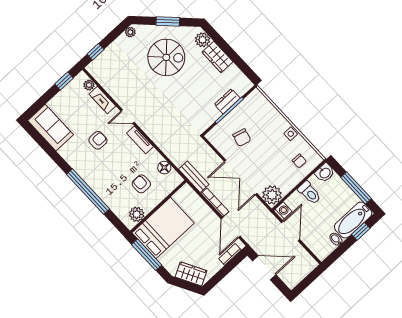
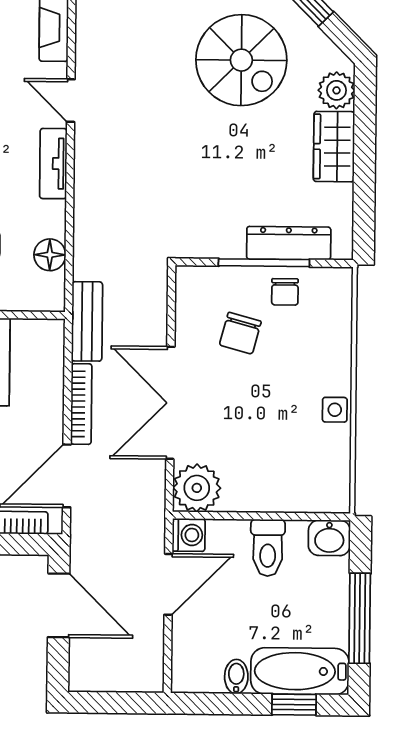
dresser: (227, 101) -> (289, 243), width x1.44
chair: (299, 161) -> (285, 292), moved

